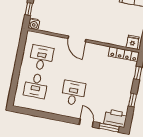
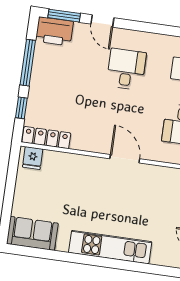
desk: (73, 93) -> (126, 69), turned 180
window: (133, 100) -> (28, 63), width x2.17

